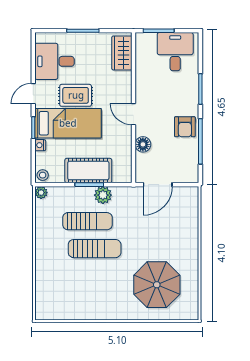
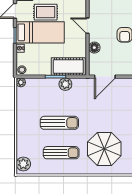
cot: (88, 171) -> (68, 66), moved
sun lounger: (87, 221) -> (61, 153), moved
plant: (45, 306) -> (23, 164), added

